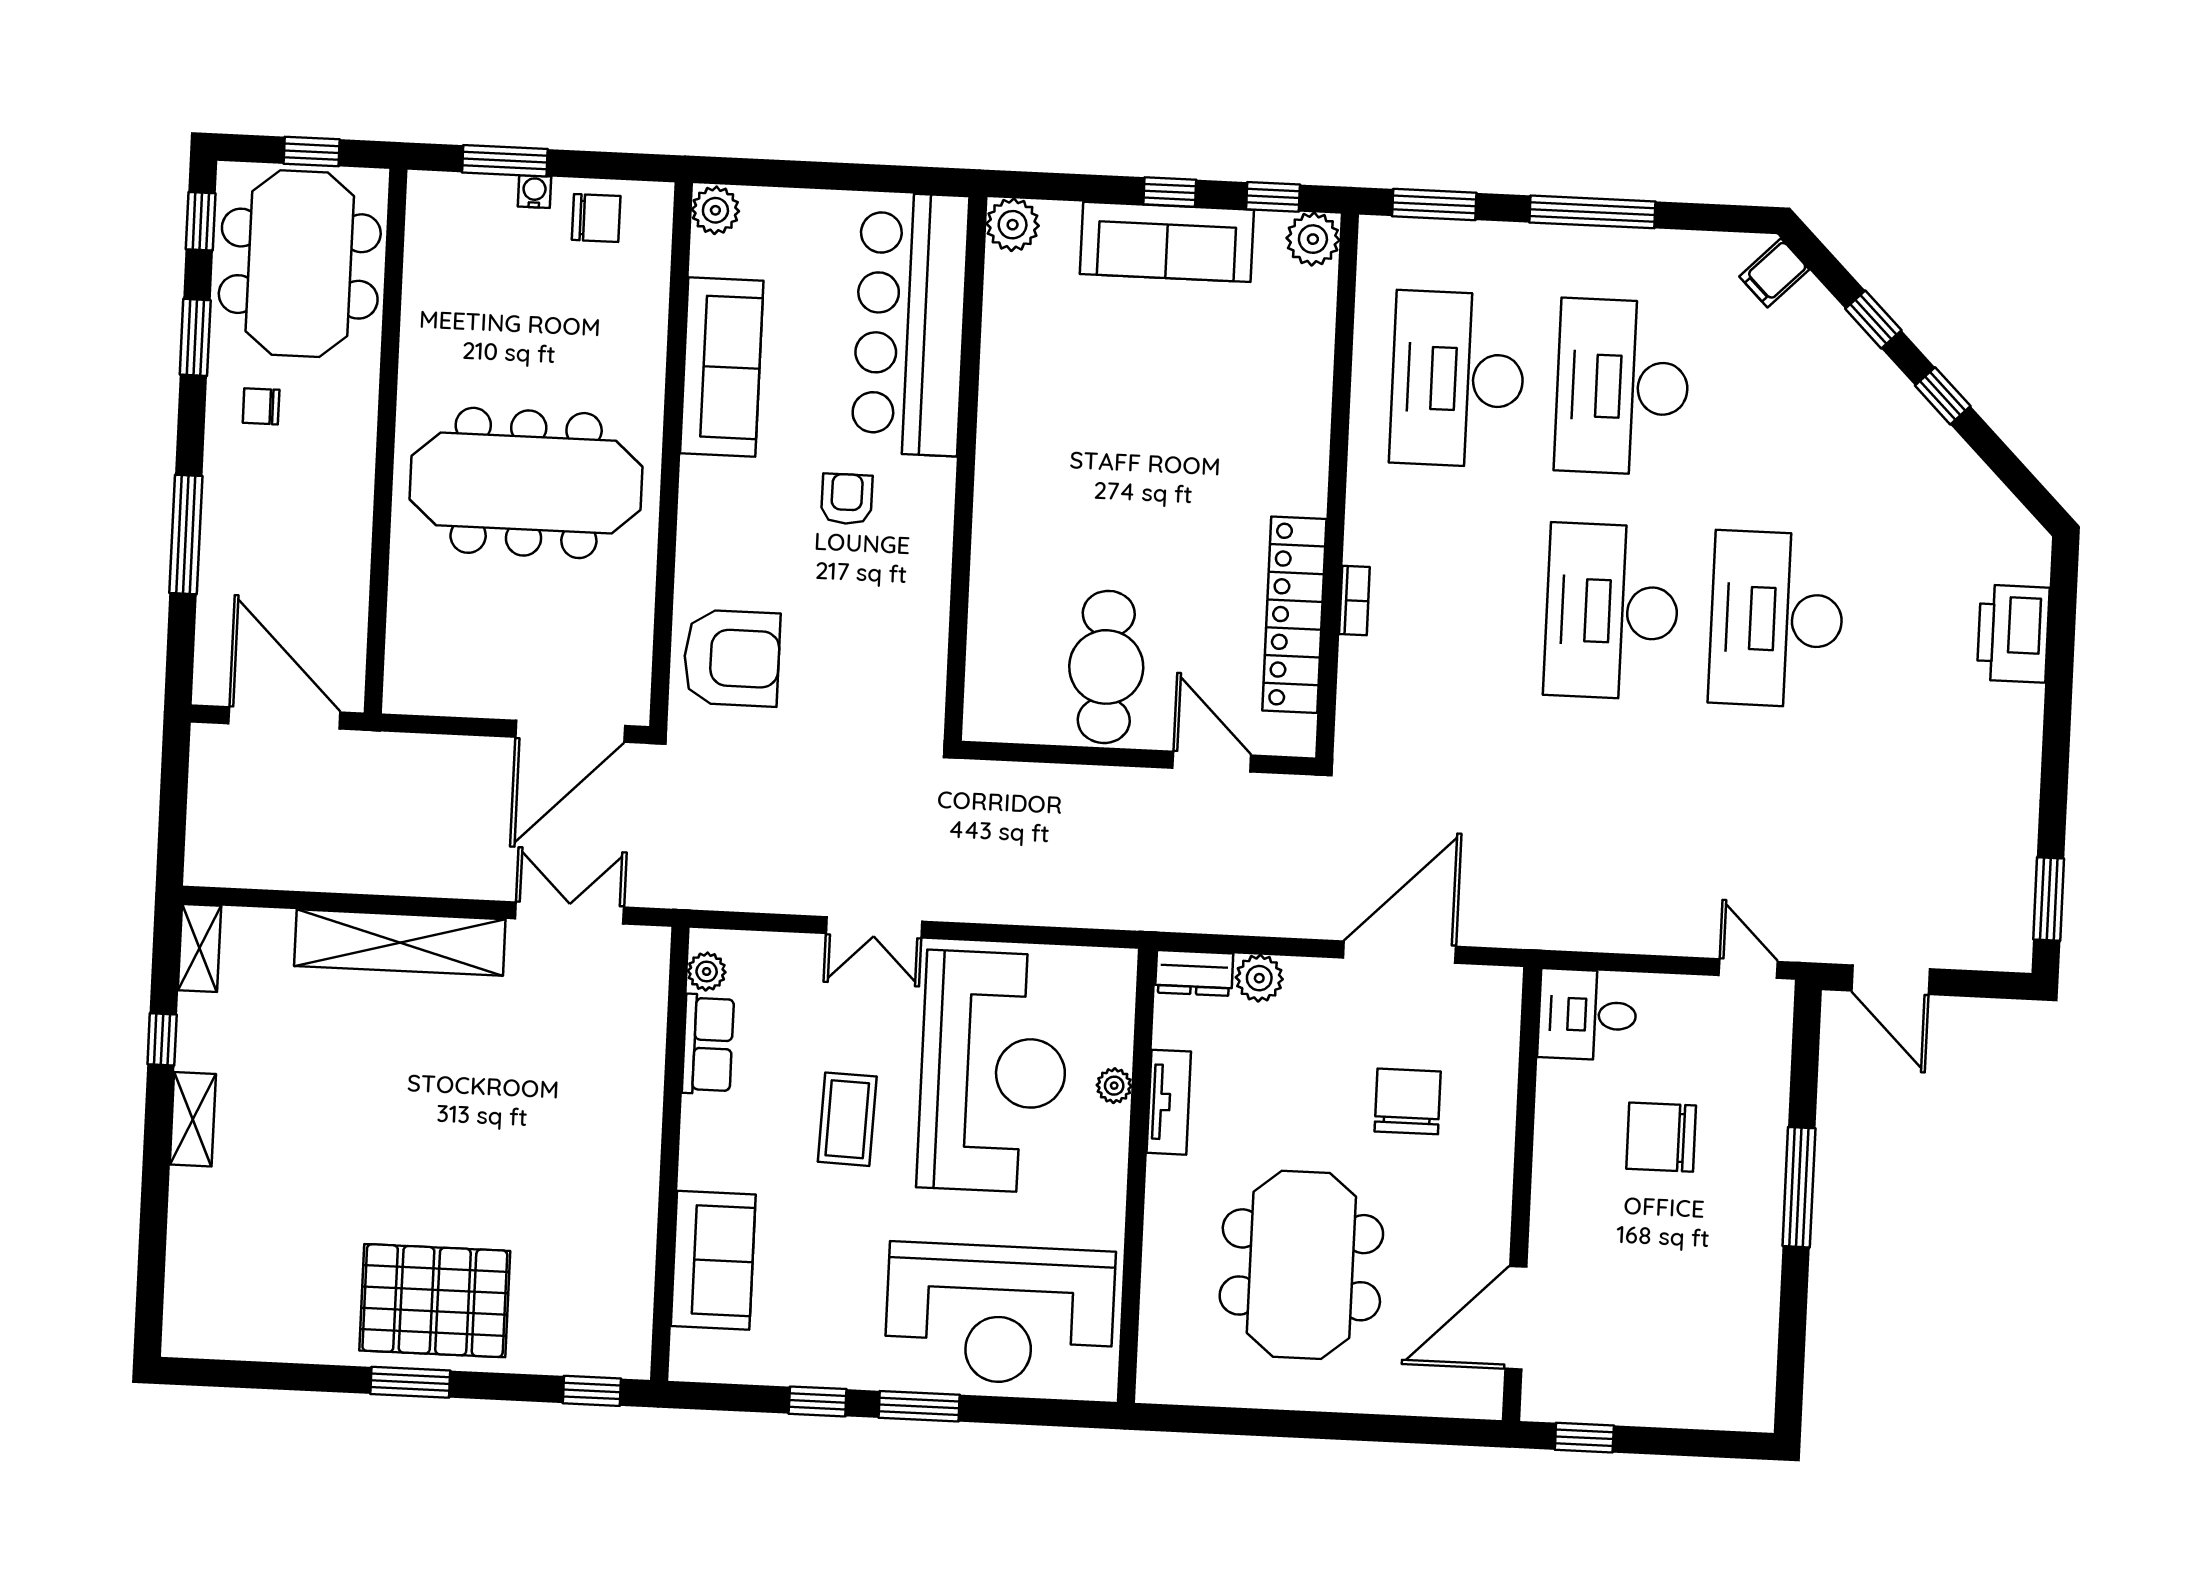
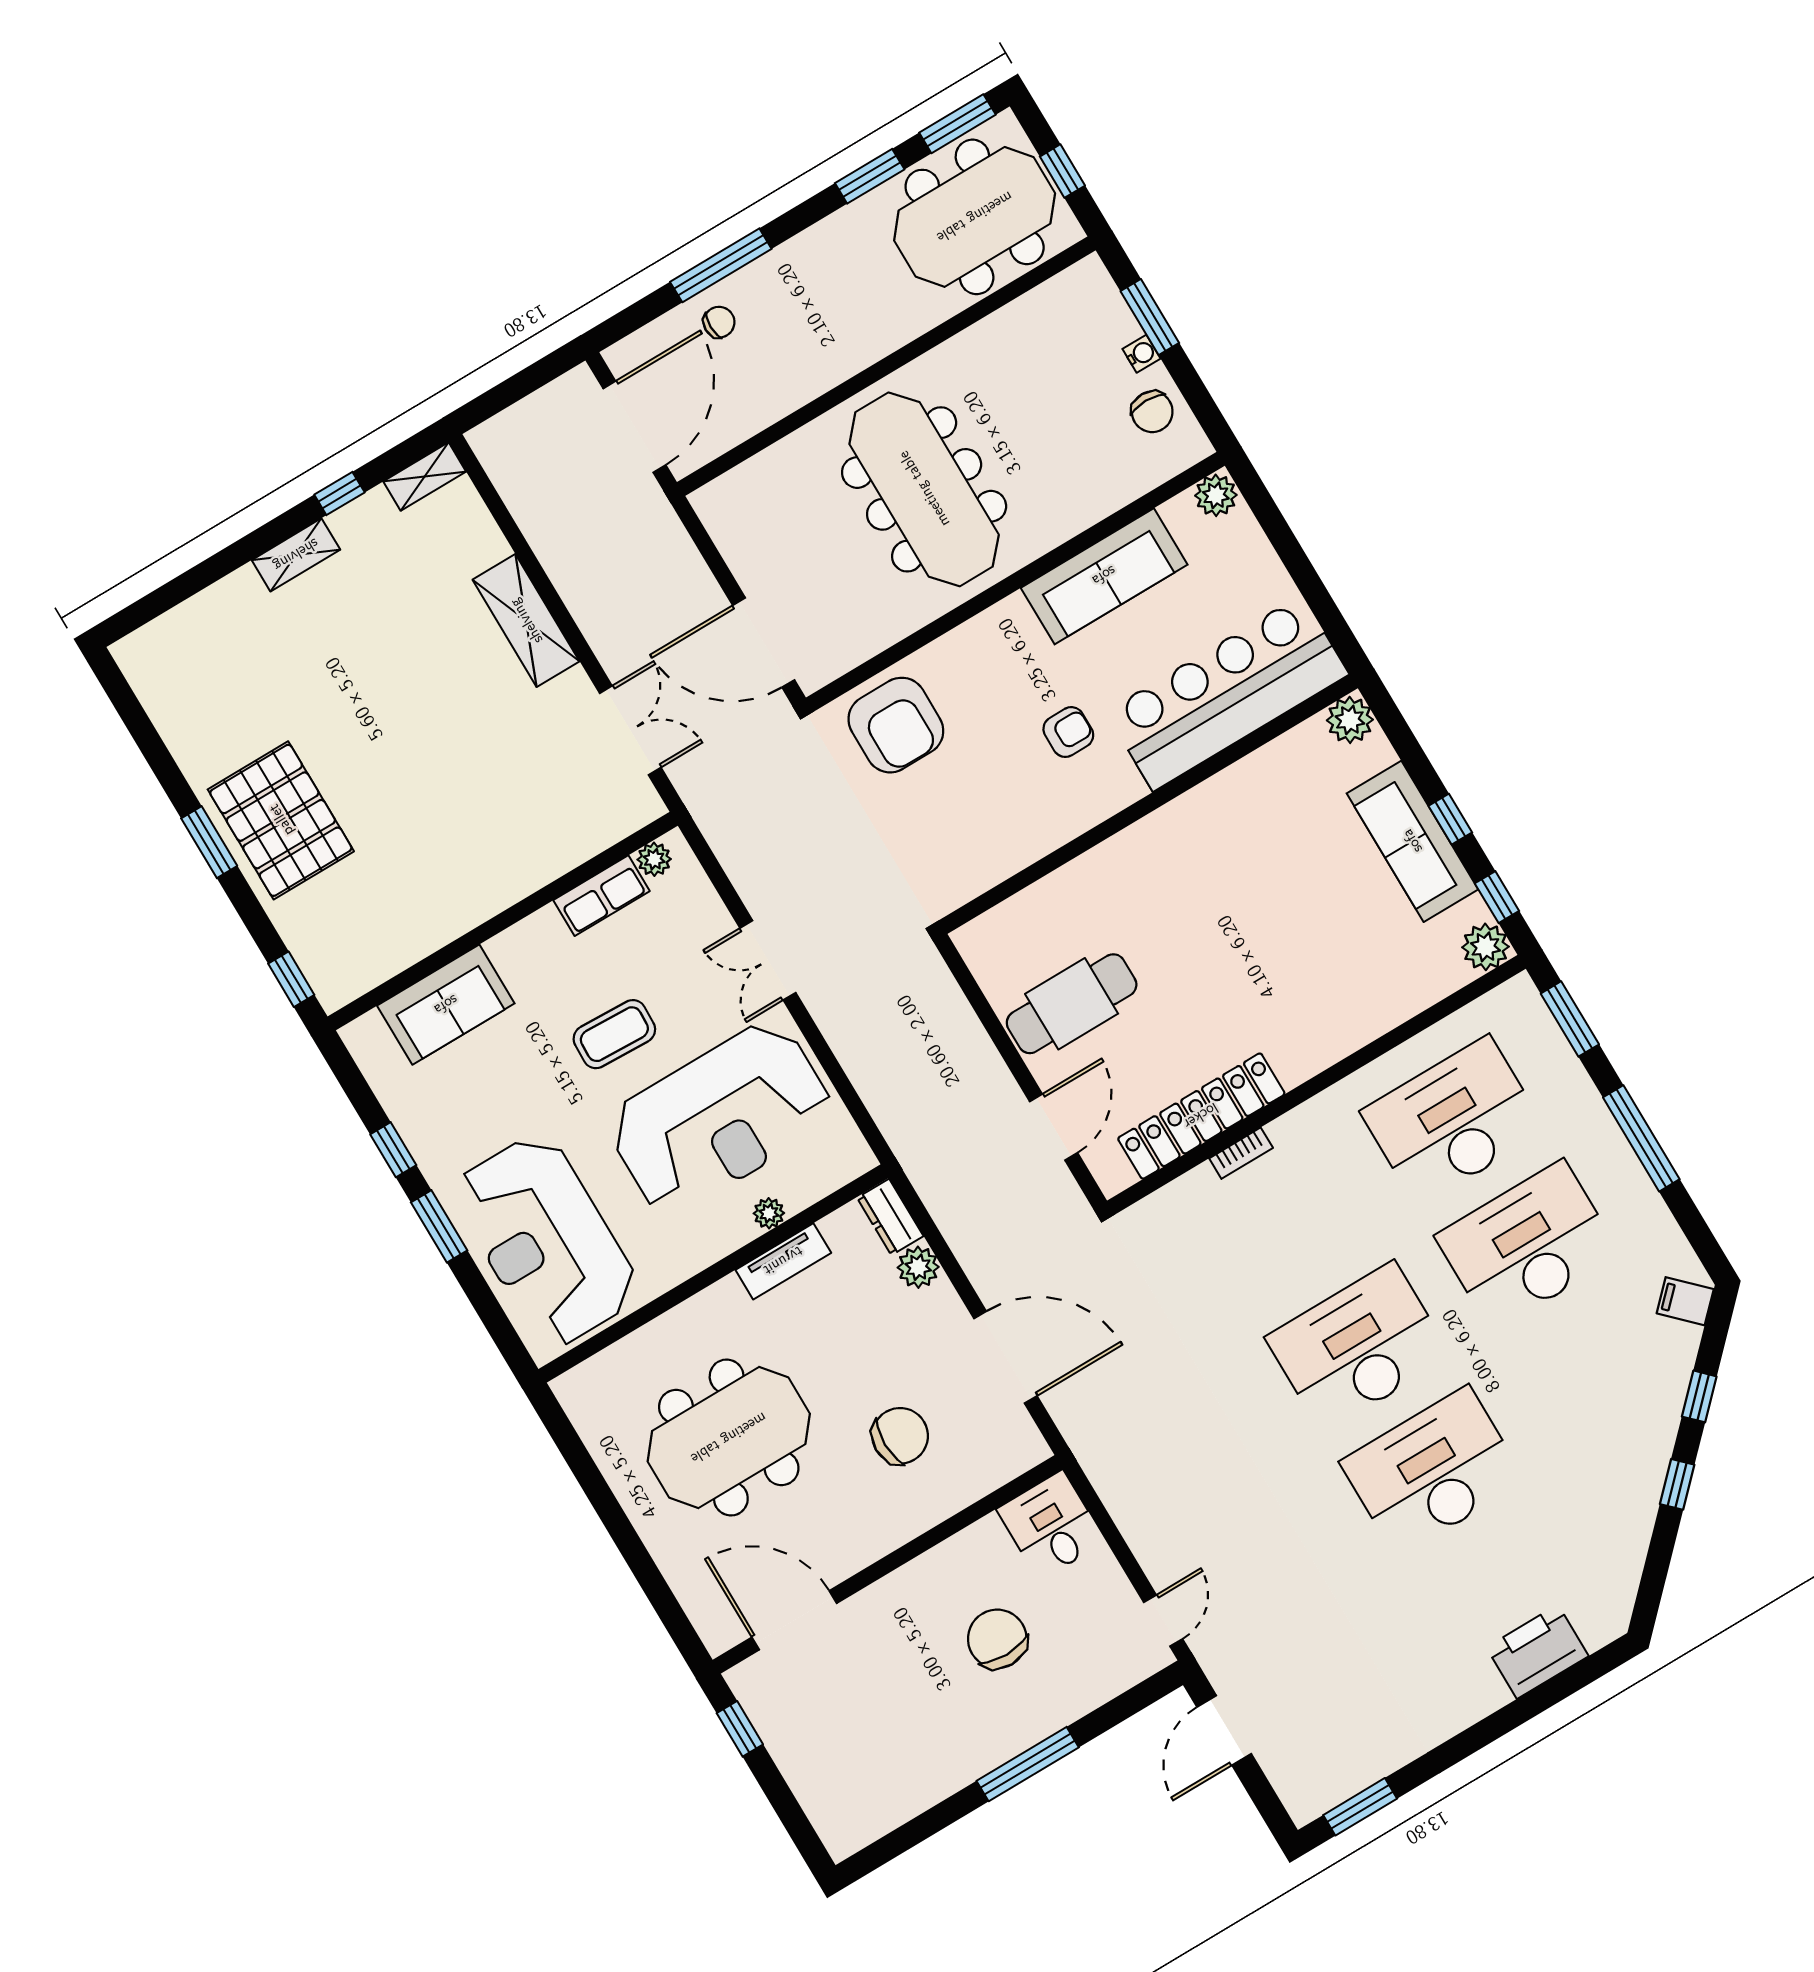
window: (201, 221) -> (957, 124), width x1.50
chair: (261, 406) -> (719, 322), moved, turned 90
shelving: (400, 943) -> (526, 621), width x0.68

